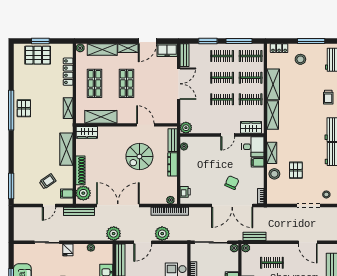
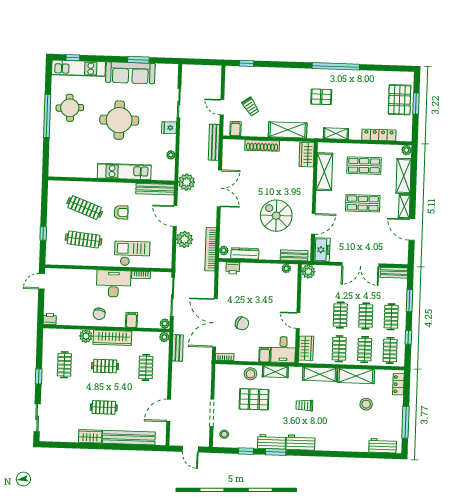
window: (239, 41) -> (408, 337), width x0.46
freezer: (167, 50) -> (322, 250), moved, turned 180
stool: (300, 59) -> (366, 404), moved
trolley: (328, 97) -> (304, 405), moved
pallet: (24, 108) -> (321, 97), moved
dresser: (172, 164) -> (245, 254), moved
pallet: (296, 170) -> (254, 399), width x1.50, depth x1.42
window: (11, 186) -> (246, 63), width x0.46
plant: (83, 193) -> (235, 148), removed
double door: (118, 205) -> (219, 188), width x0.73

